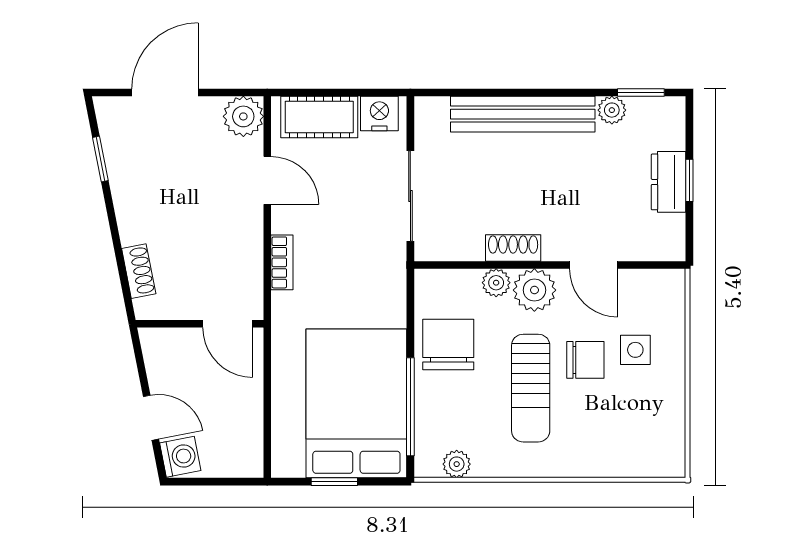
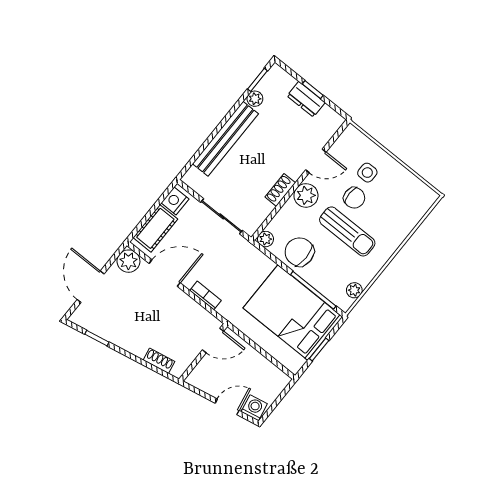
door: (267, 180) -> (165, 273), width x1.38
plant: (496, 283) -> (266, 239), moved
chair: (585, 360) -> (354, 198), turned 90

